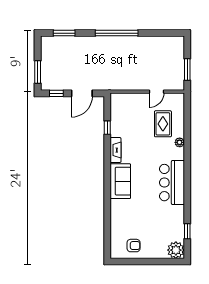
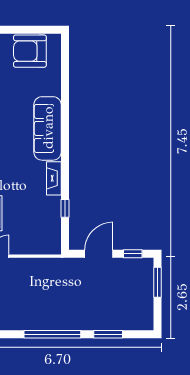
window: (64, 33) -> (108, 334), moved
sofa: (120, 181) -> (48, 128), width x1.36
armchair: (134, 246) -> (30, 51), width x1.88, depth x1.88

